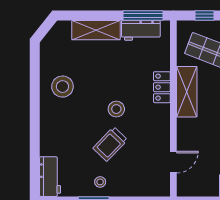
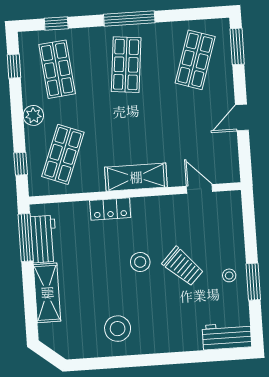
shelving: (187, 92) -> (136, 177), moved

